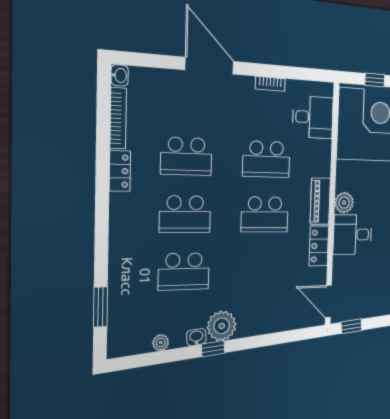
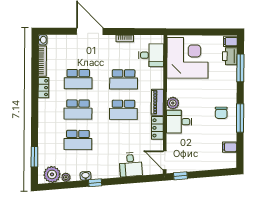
window: (375, 80) -> (190, 32), removed
desk: (274, 312) -> (131, 165), added
plant: (222, 326) -> (52, 174), moved

